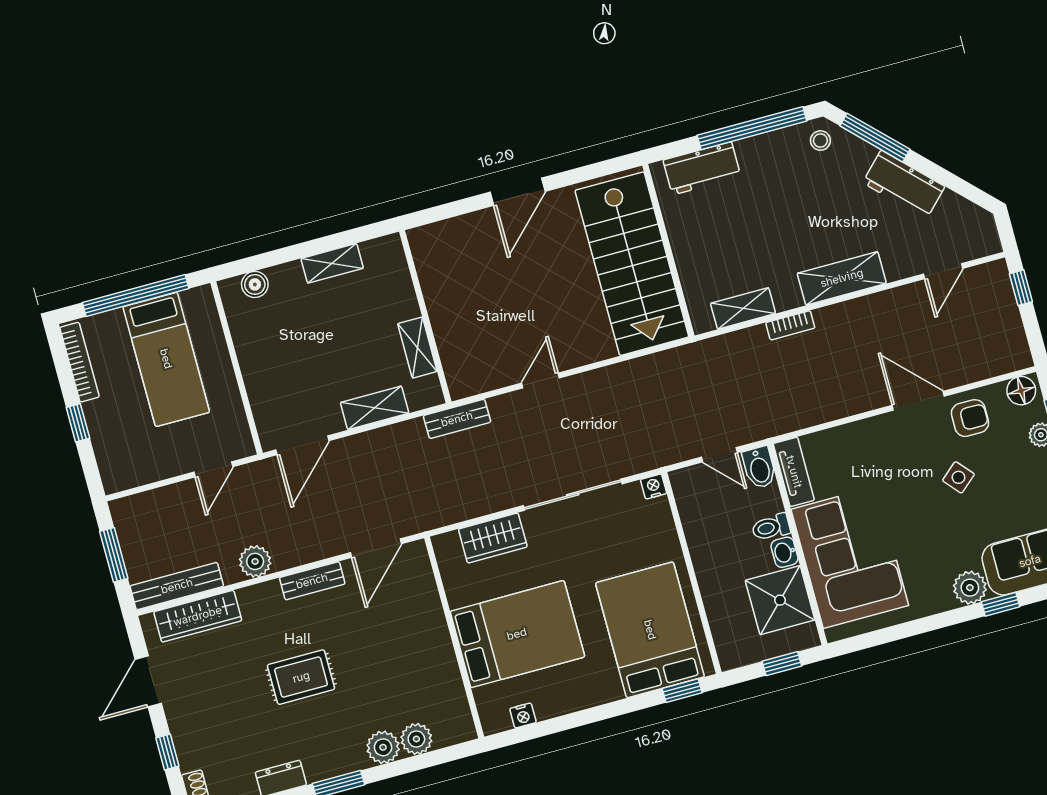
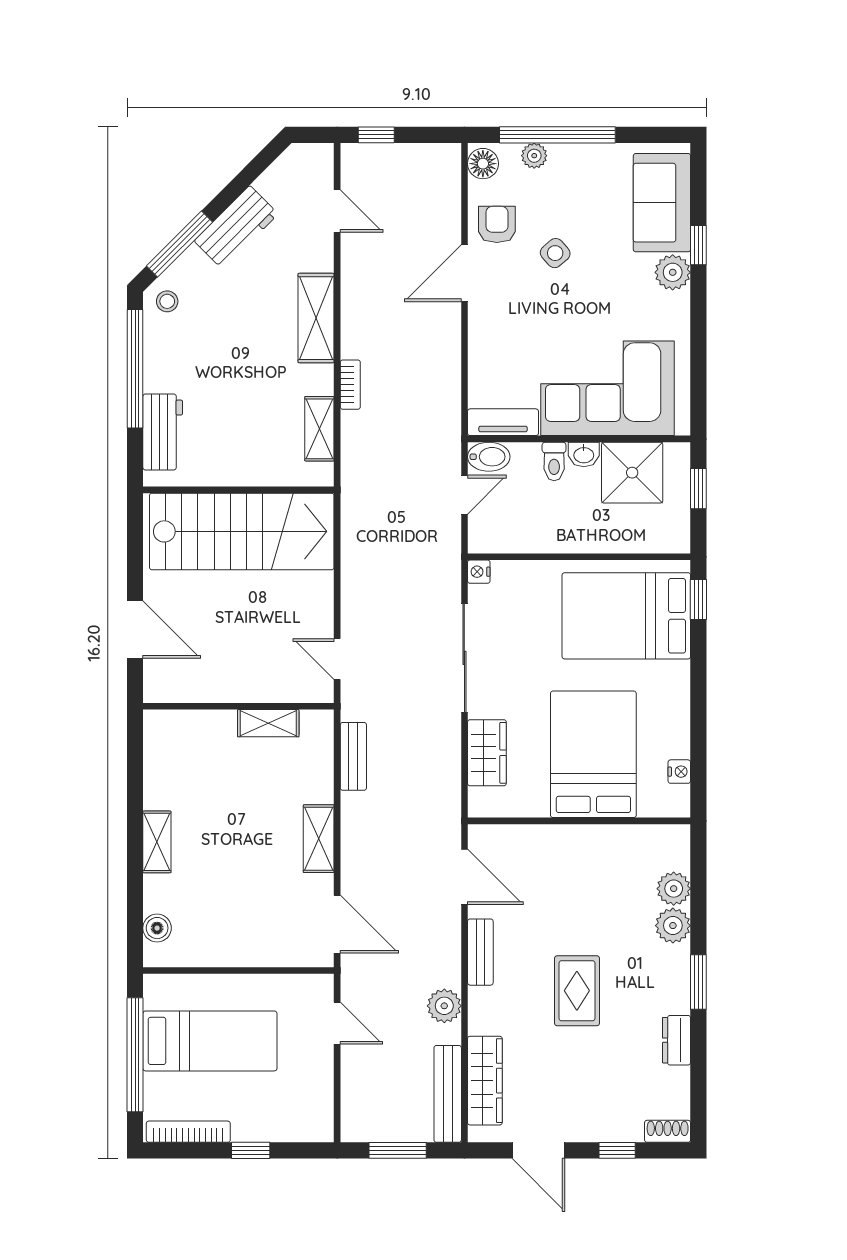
wall: (425, 317) -> (238, 706), moved
shelving: (417, 348) -> (268, 723), moved

